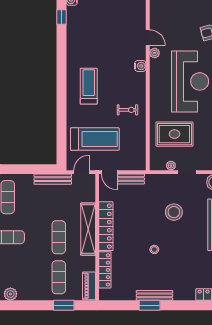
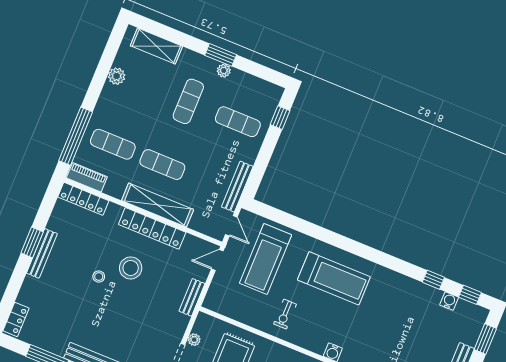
treadmill: (89, 86) -> (334, 278), width x1.37, depth x1.38
bench: (131, 179) -> (192, 297), moved
stool: (174, 212) -> (131, 268), moved
locker: (105, 270) -> (83, 199), moved
window: (64, 305) -> (76, 136), width x2.11

